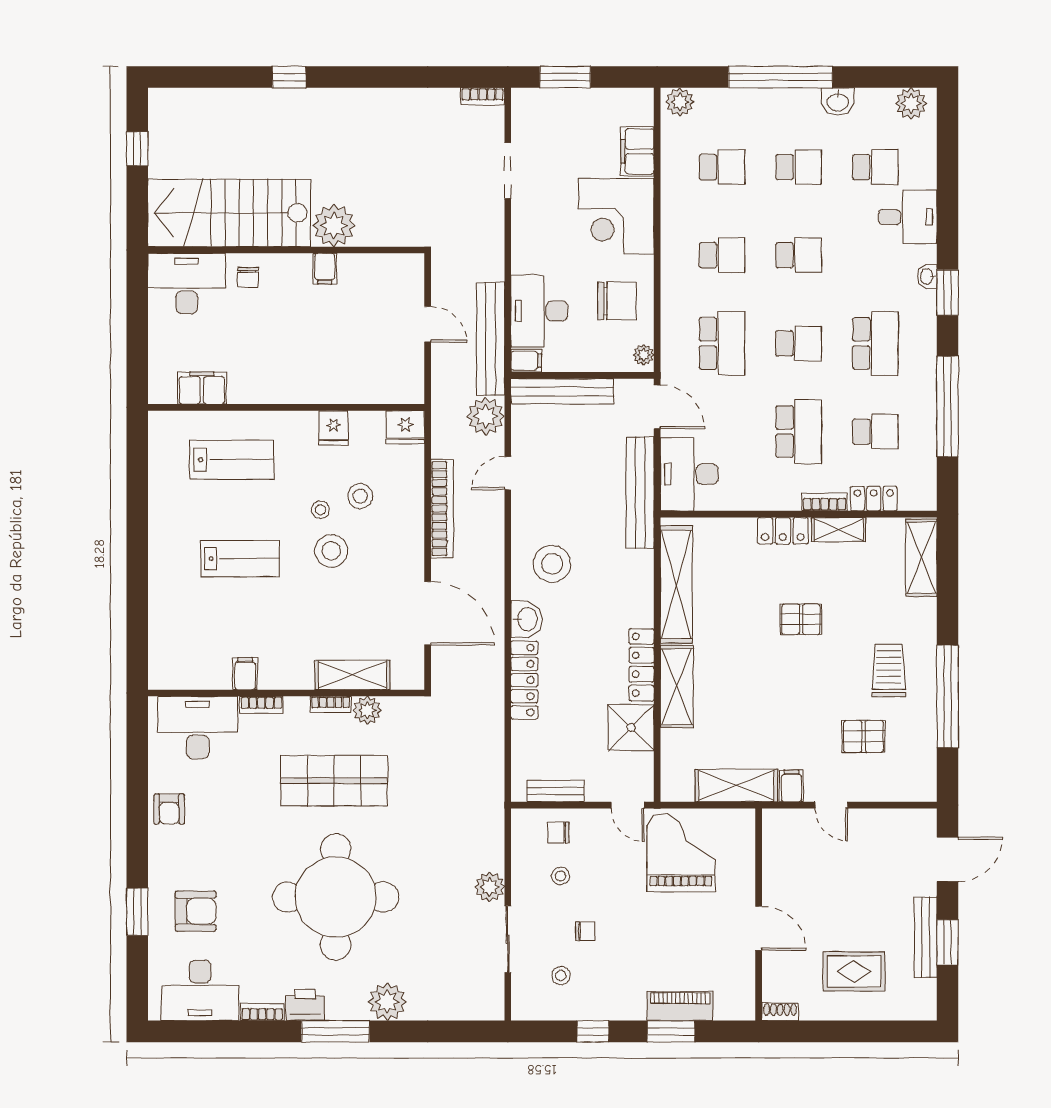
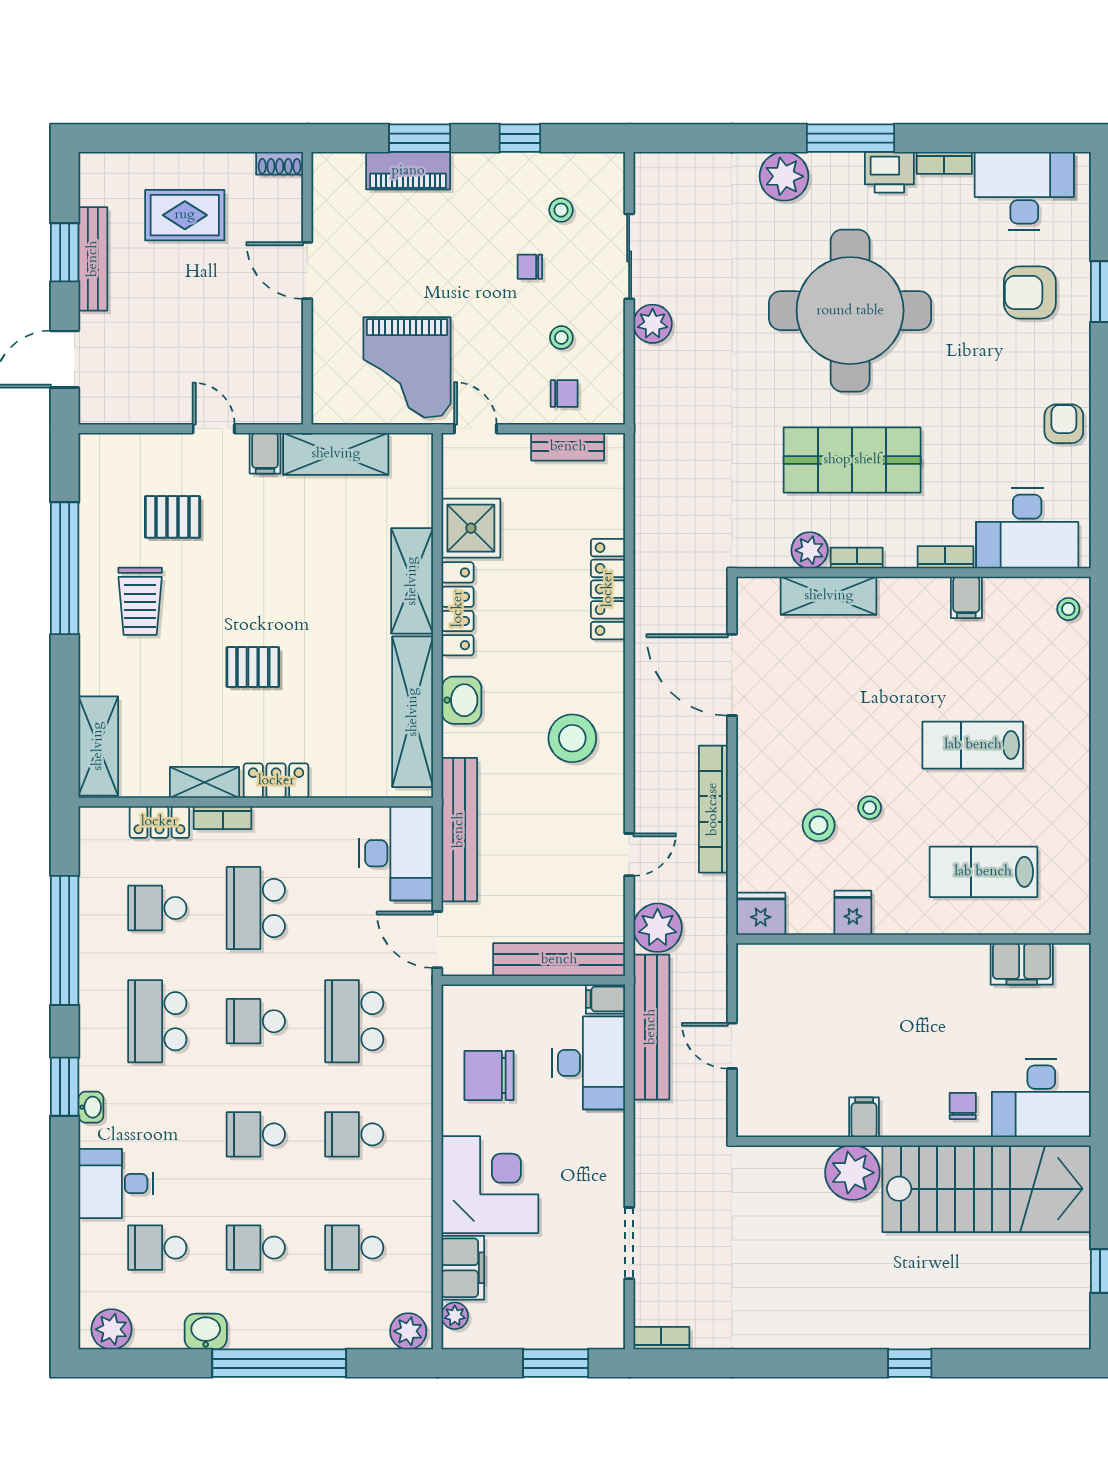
plant: (644, 355) -> (455, 1316), moved
stool: (331, 551) -> (1068, 609), moved, width x0.53, depth x0.53
washbasin: (526, 619) -> (461, 700), moved, turned 180

